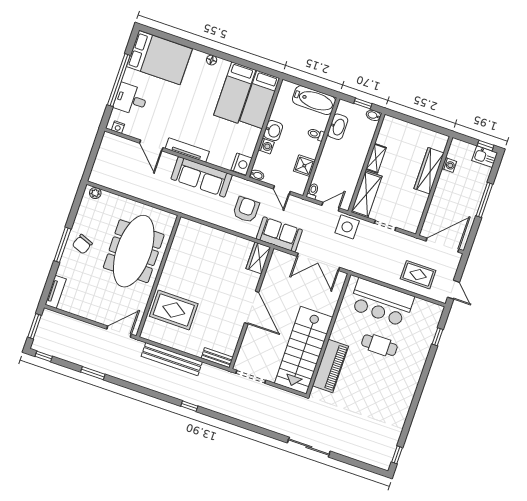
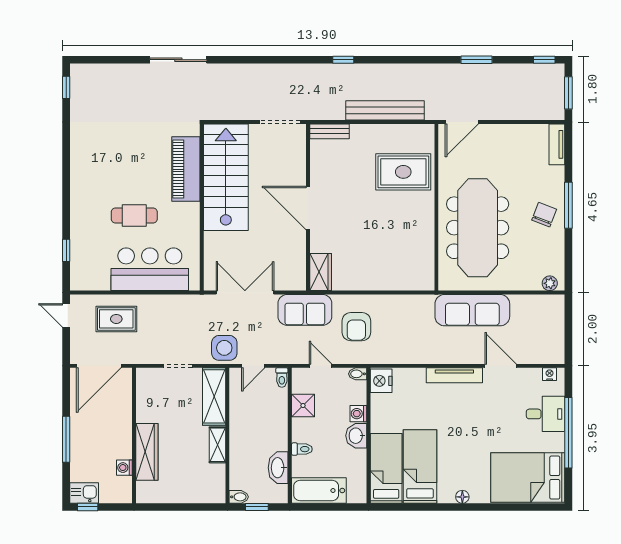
sofa: (202, 177) -> (472, 310), moved, turned 180

